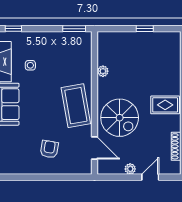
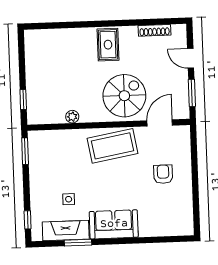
window: (145, 29) -> (23, 99), moved
armchair: (49, 149) -> (163, 174), turned 80
plant: (130, 169) -> (182, 81), removed
window: (120, 177) -> (192, 93), added

